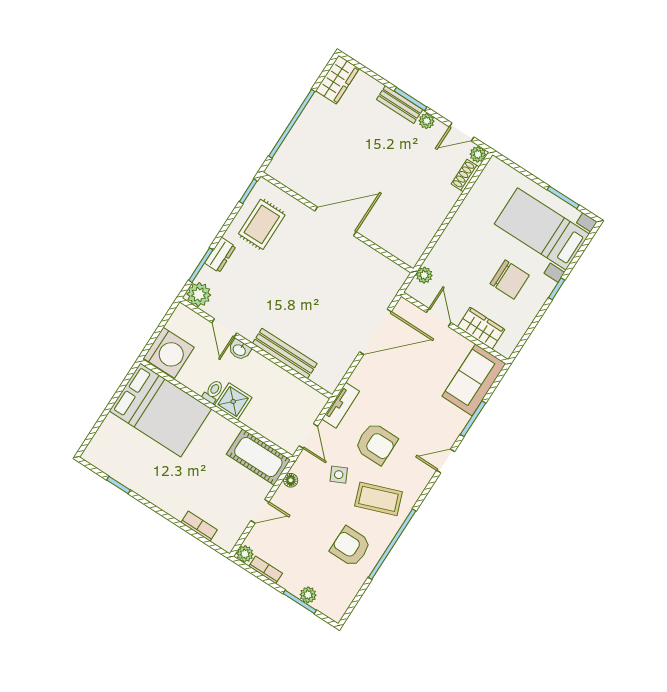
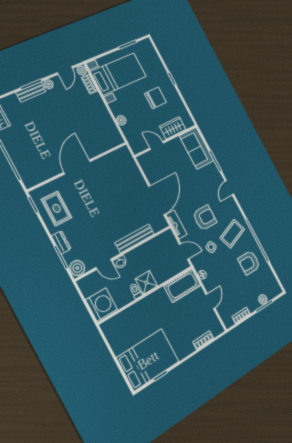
bed with nightstands: (542, 229) -> (119, 74), moved, turned 180
plant: (424, 275) -> (121, 120), moved
door: (376, 332) -> (157, 200), moved
bed: (160, 410) -> (148, 360), moved
plant: (245, 554) -> (228, 322), removed

